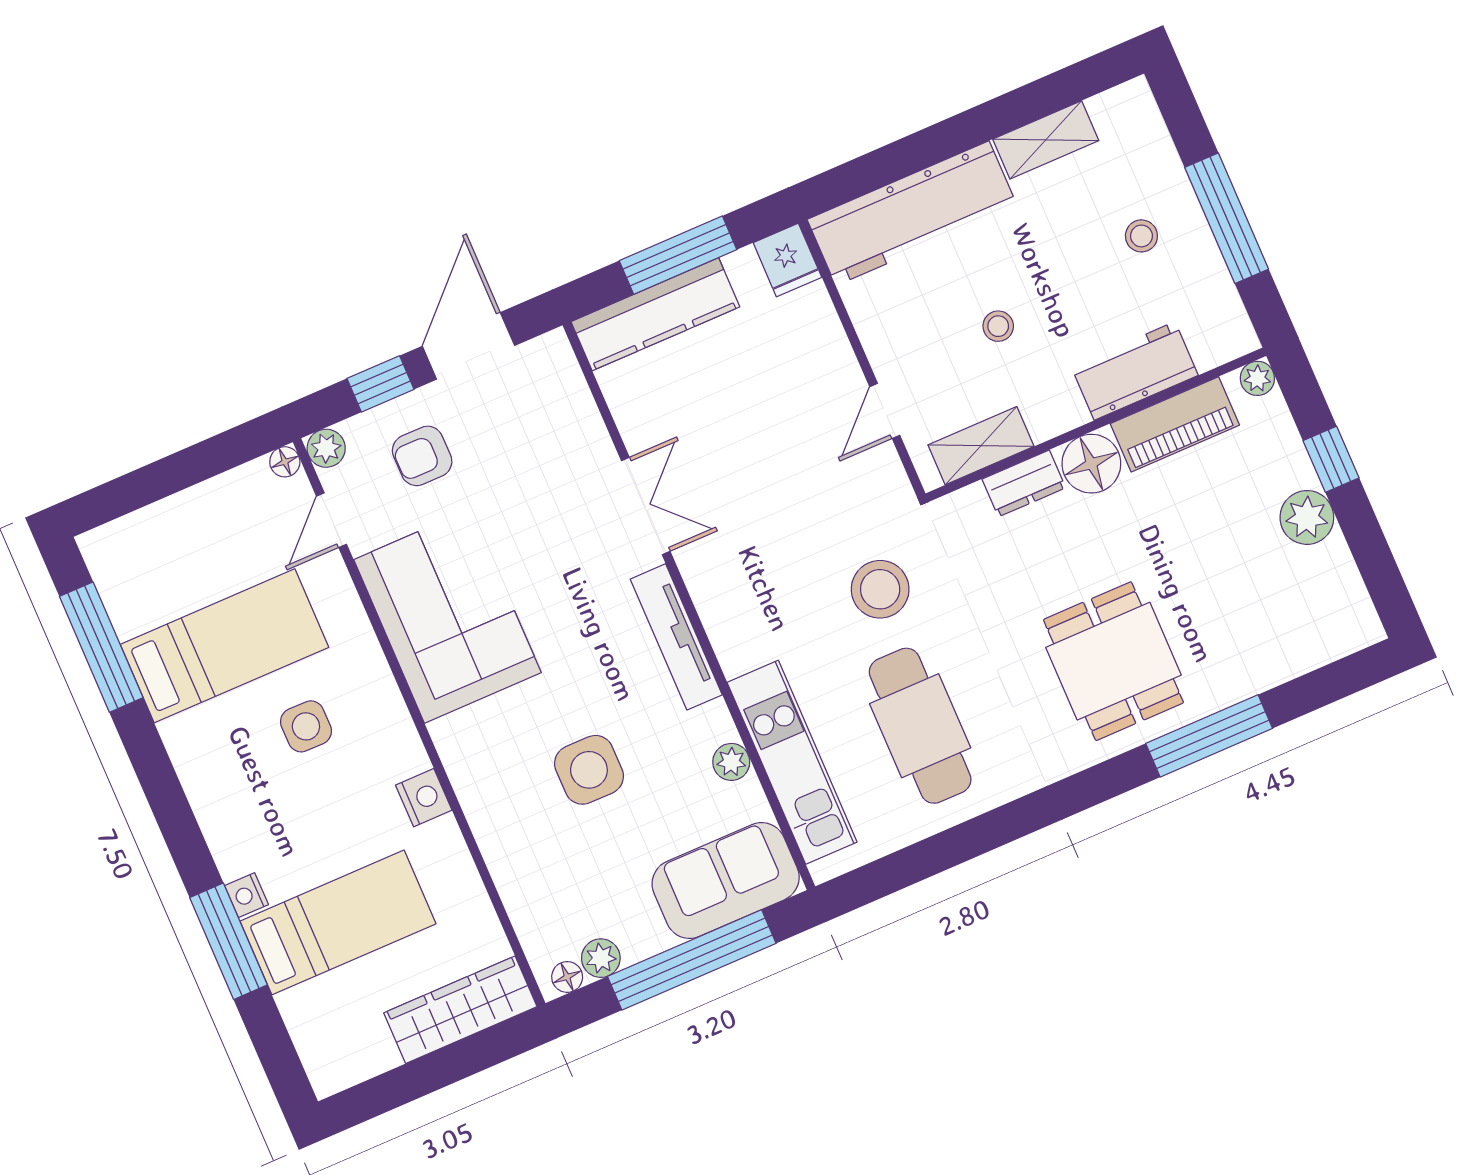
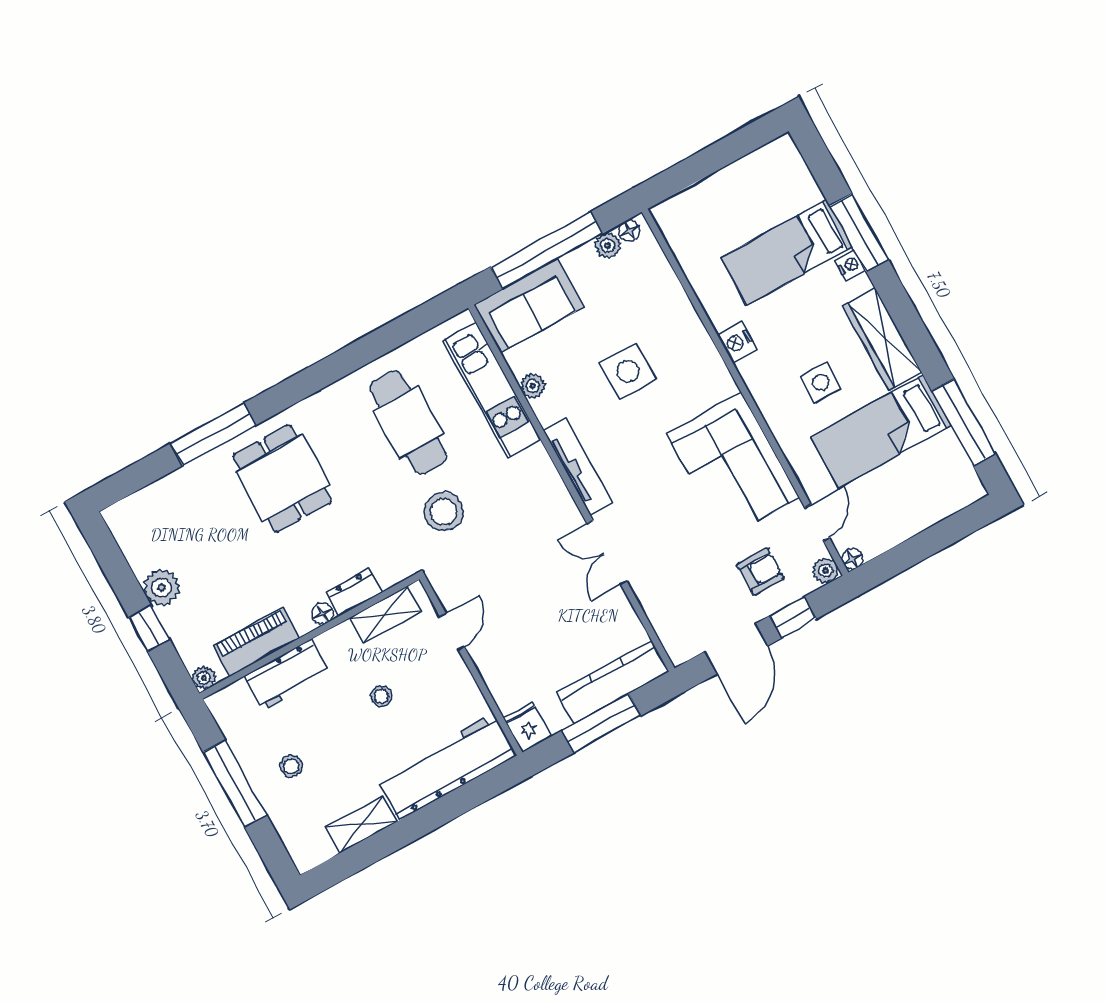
floor lamp: (1091, 464) -> (323, 613), width x0.53, depth x0.53
wardrobe: (460, 1010) -> (882, 339), moved, turned 90

